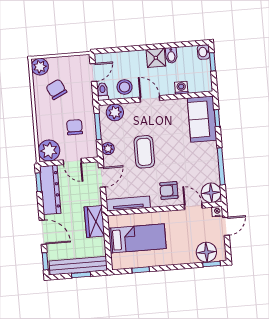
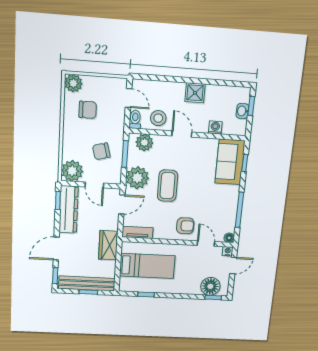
washbasin: (204, 52) -> (242, 111), moved
bidet: (171, 55) -> (211, 93), removed
door: (93, 72) -> (129, 98), hinge flipped
chair: (56, 89) -> (88, 110), turned 116
chair: (75, 127) -> (101, 151), turned -105
plant: (108, 149) -> (137, 178), width x1.87, depth x1.87
armchair: (169, 190) -> (185, 226), turned 180
floor lamp: (211, 193) -> (229, 238), width x0.53, depth x0.53
tv unit: (128, 204) -> (138, 232), width x0.71
door: (43, 232) -> (56, 249), swing flipped

